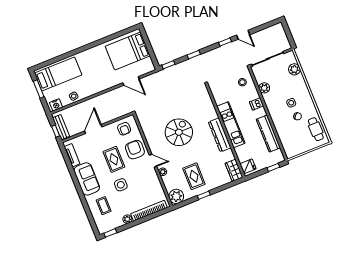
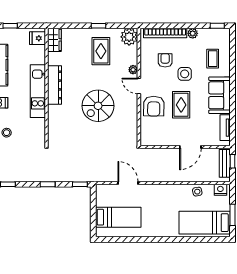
bed: (128, 51) -> (118, 217), width x0.67
armchair: (124, 129) -> (165, 60), moved

